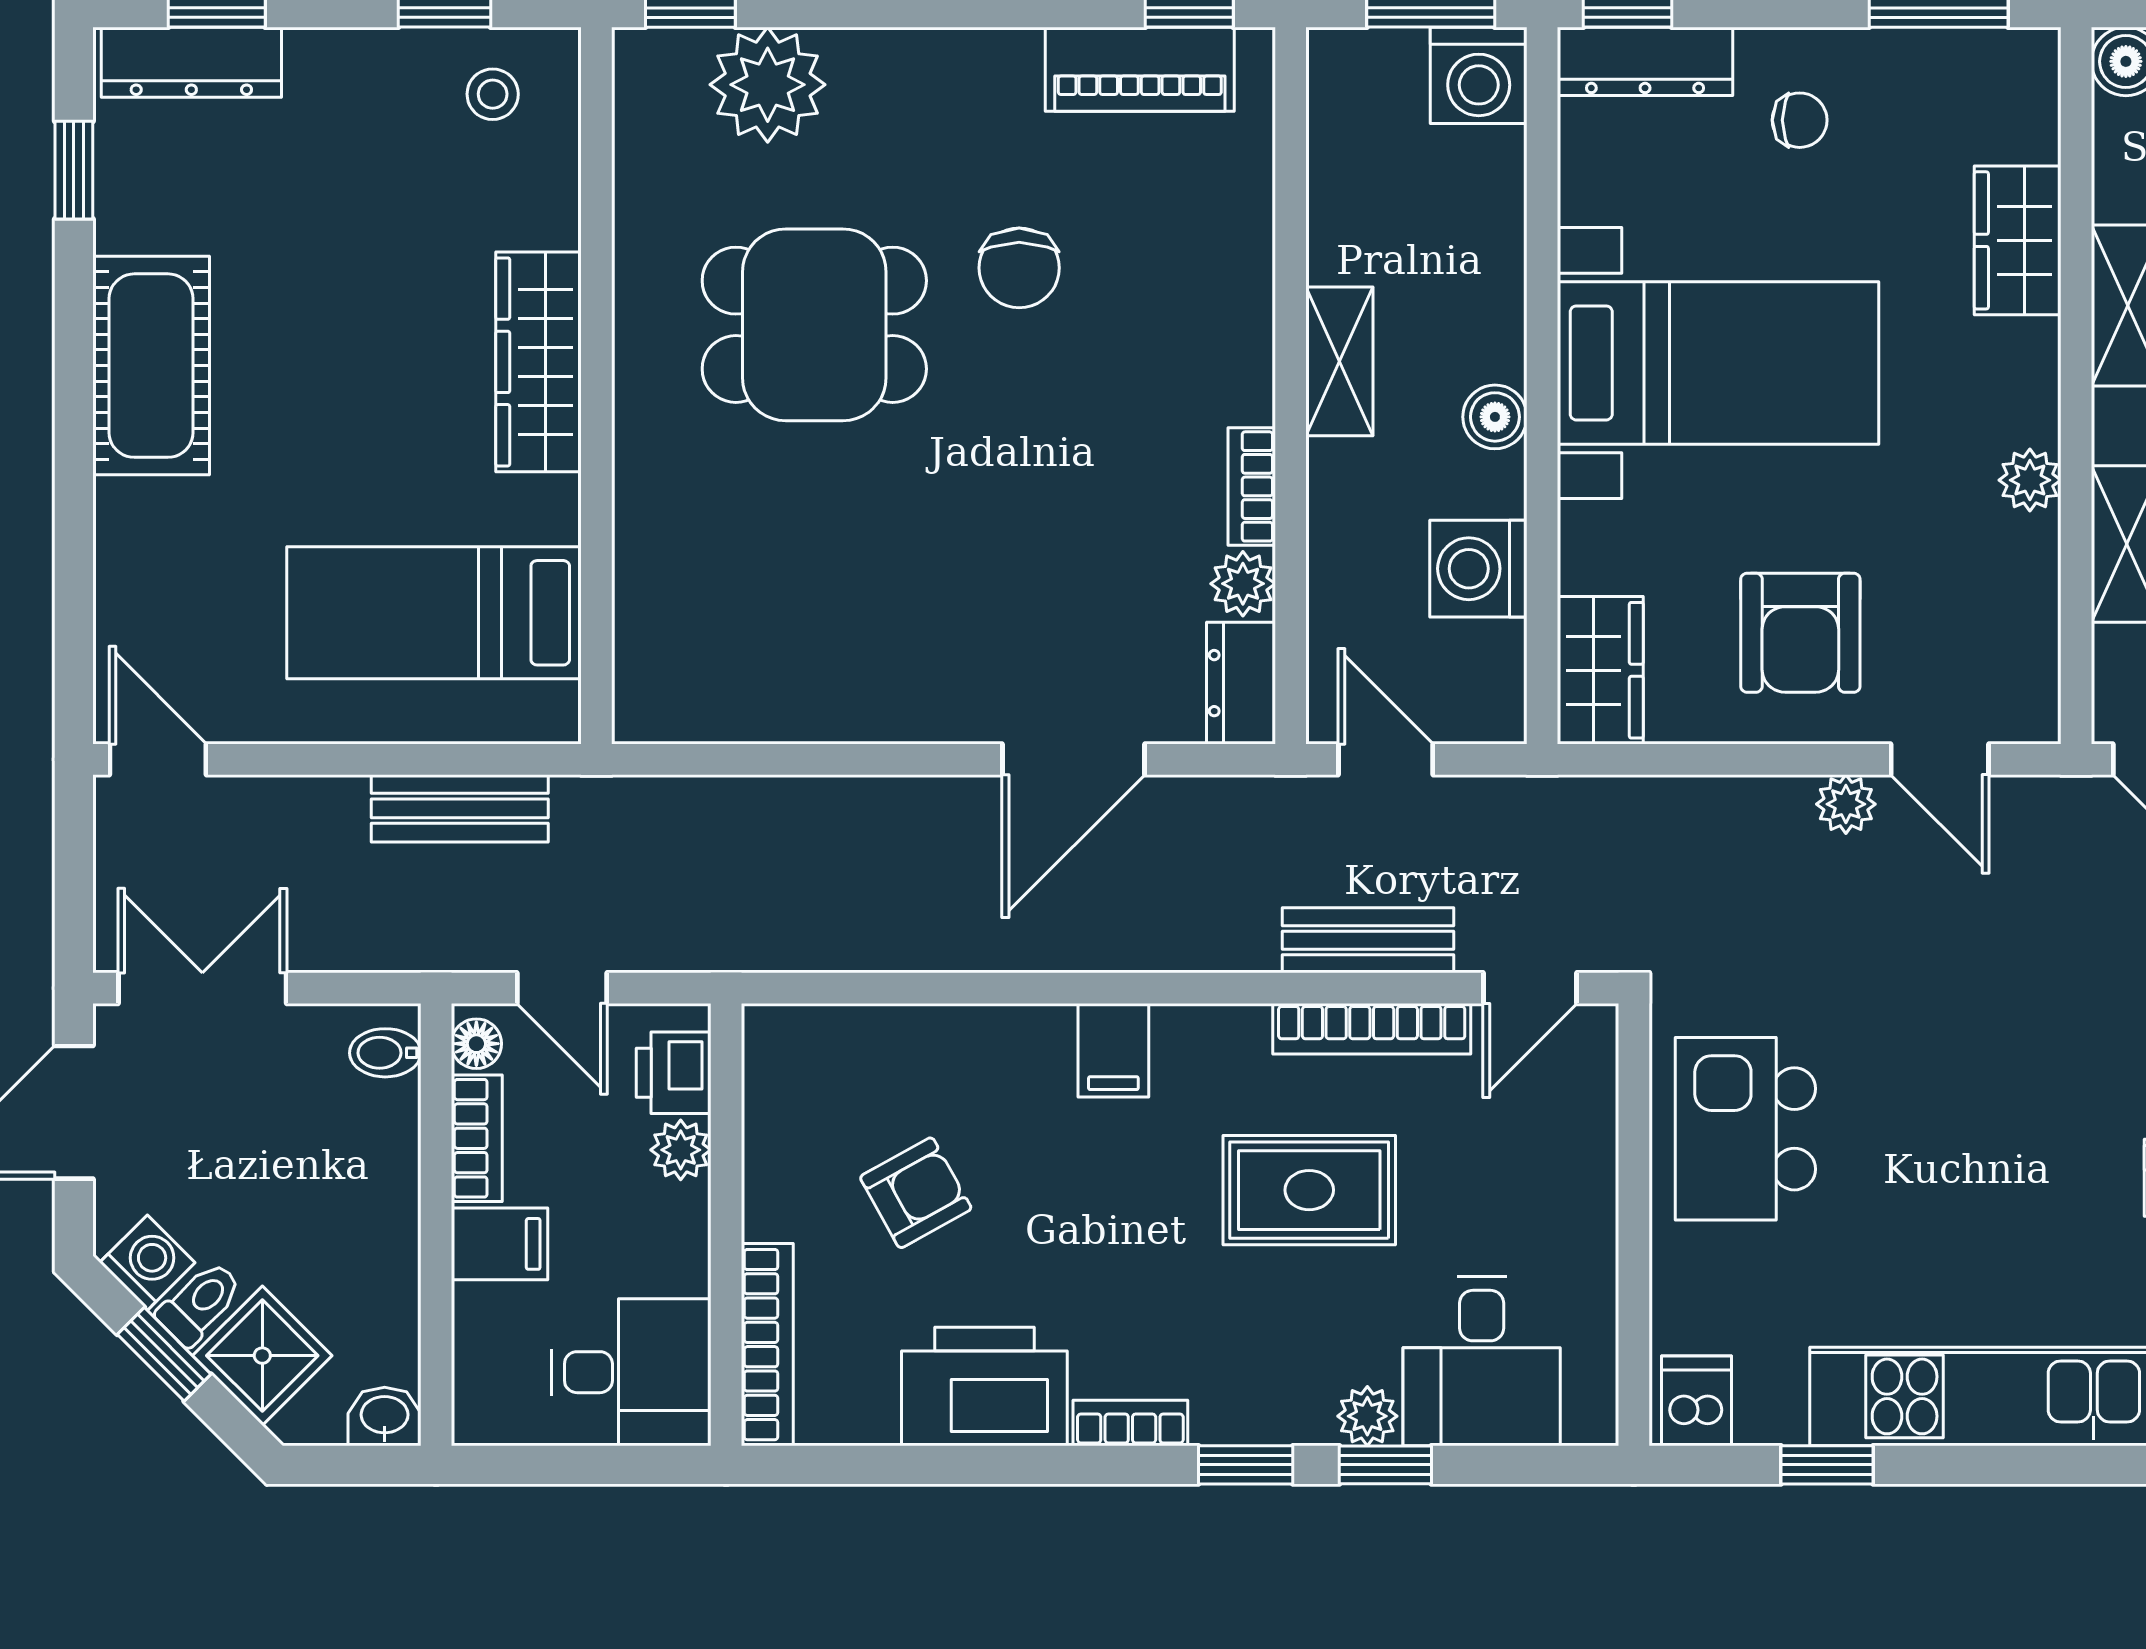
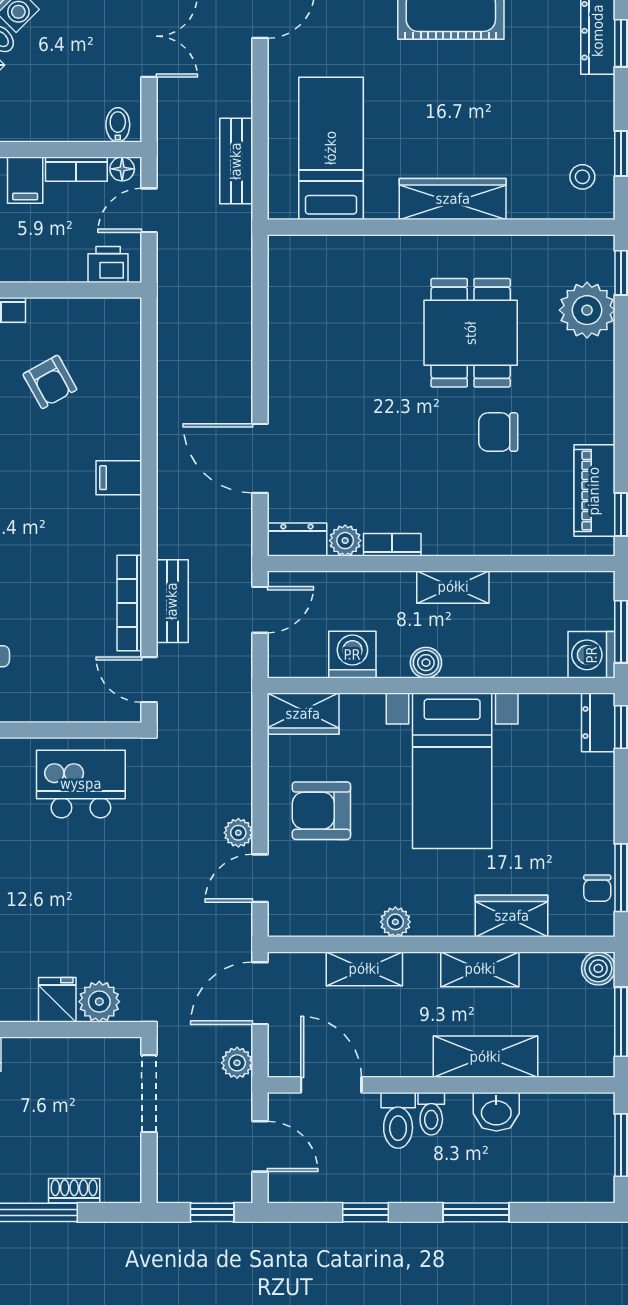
dresser: (1645, 61) -> (598, 722), width x0.70
chair: (1800, 120) -> (597, 888), moved
plant: (681, 1150) -> (71, 268), removed
rug: (1309, 1190) -> (51, 573), removed

